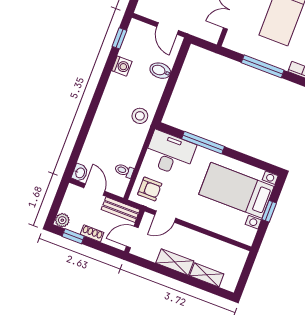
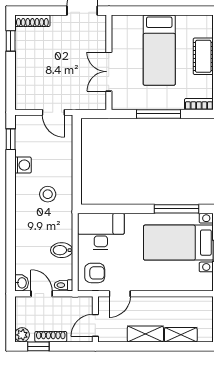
bidet: (160, 71) -> (62, 250), moved
stool: (140, 116) -> (48, 194), moved
window: (203, 143) -> (176, 209), moved
toilet: (124, 171) -> (63, 285), moved
bench: (121, 210) -> (74, 303), removed
shoe rack: (92, 233) -> (51, 337), width x1.43

